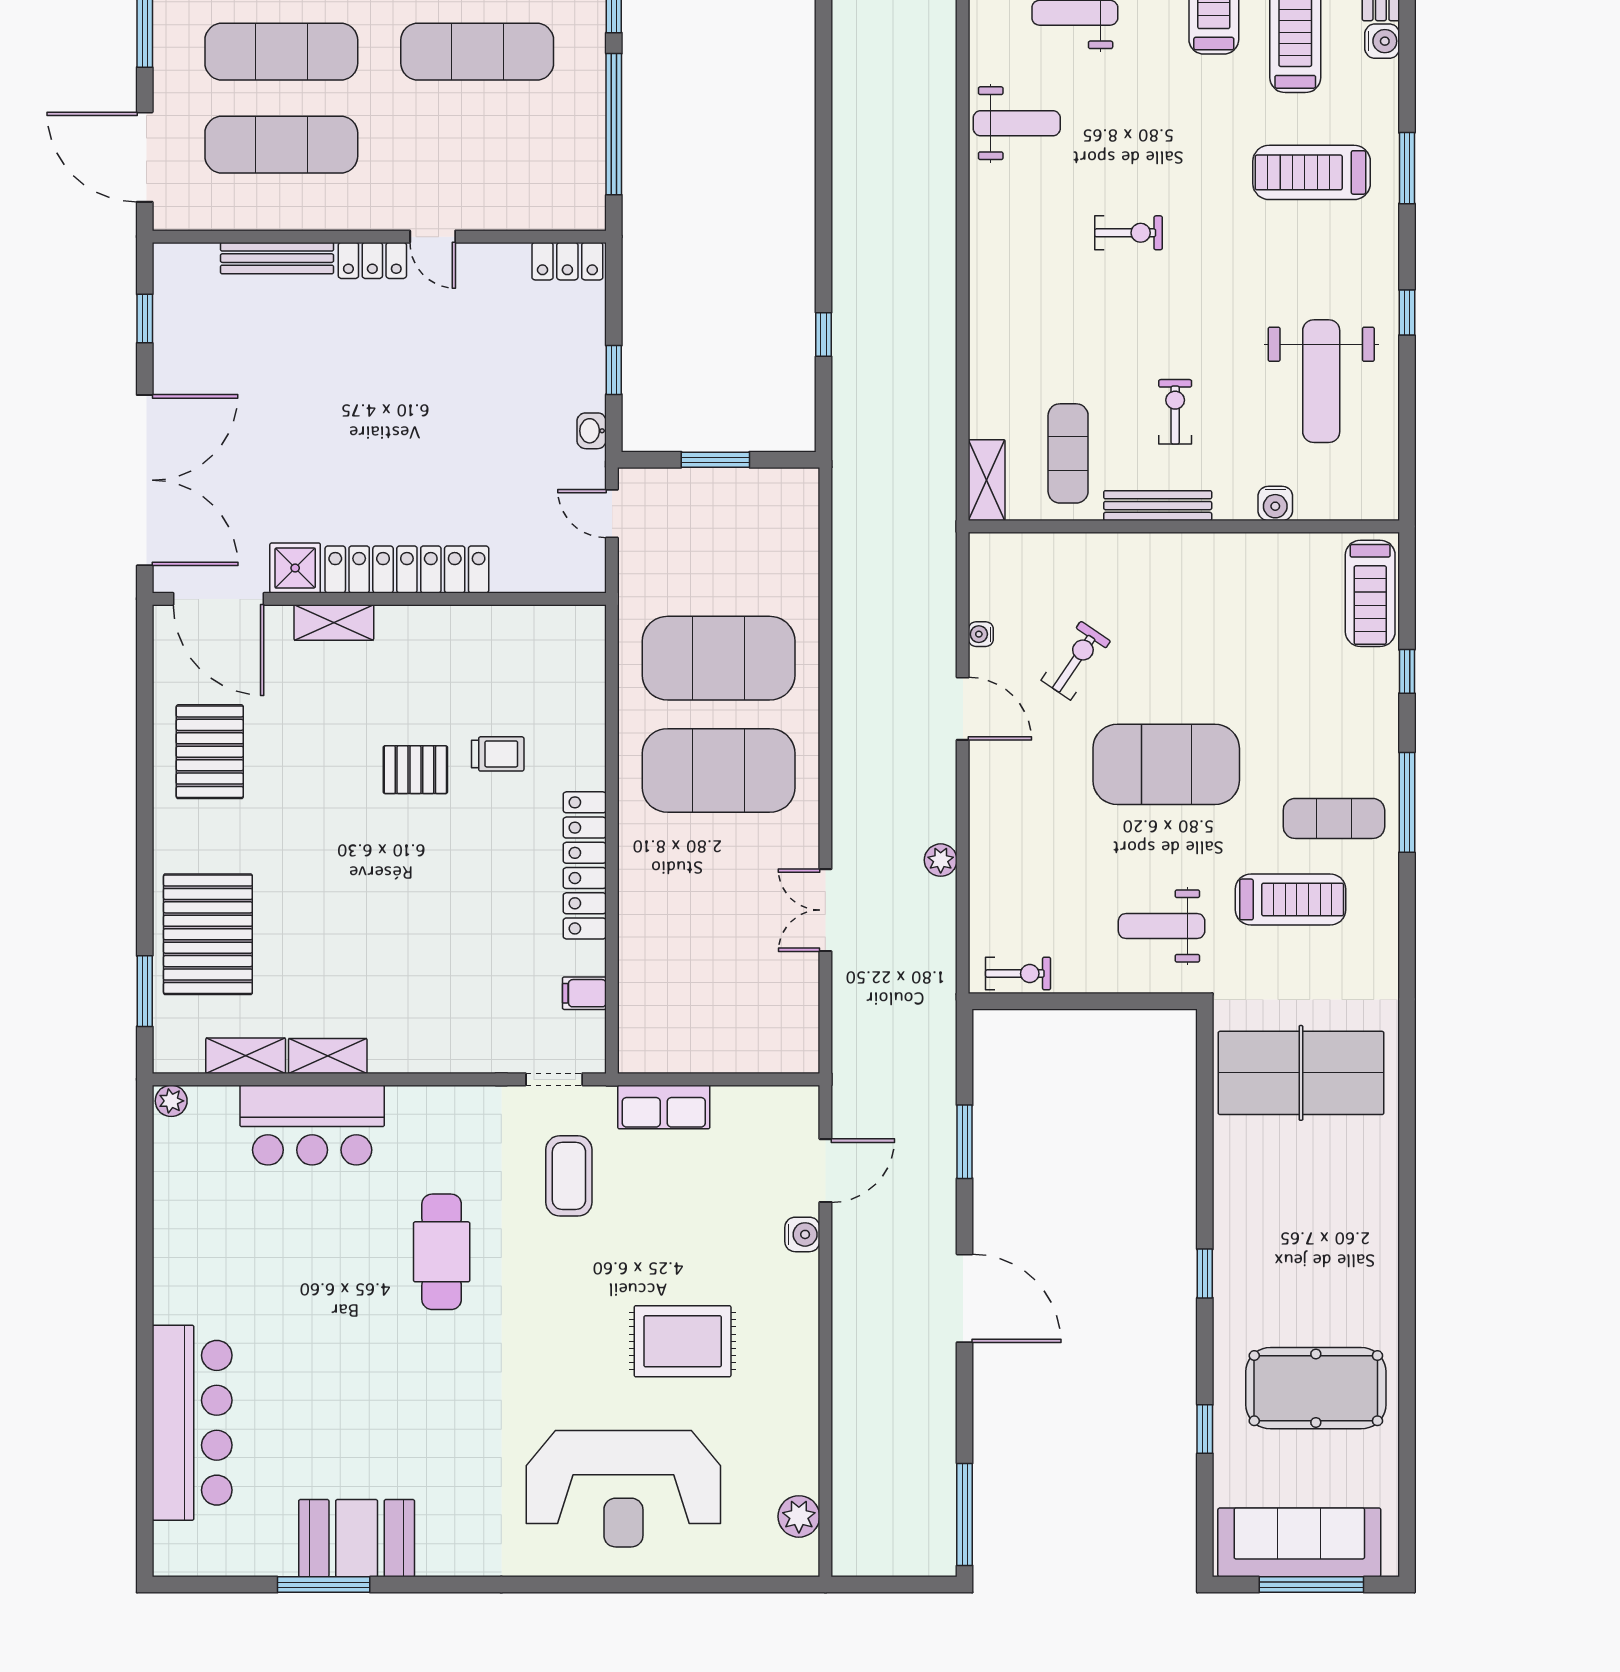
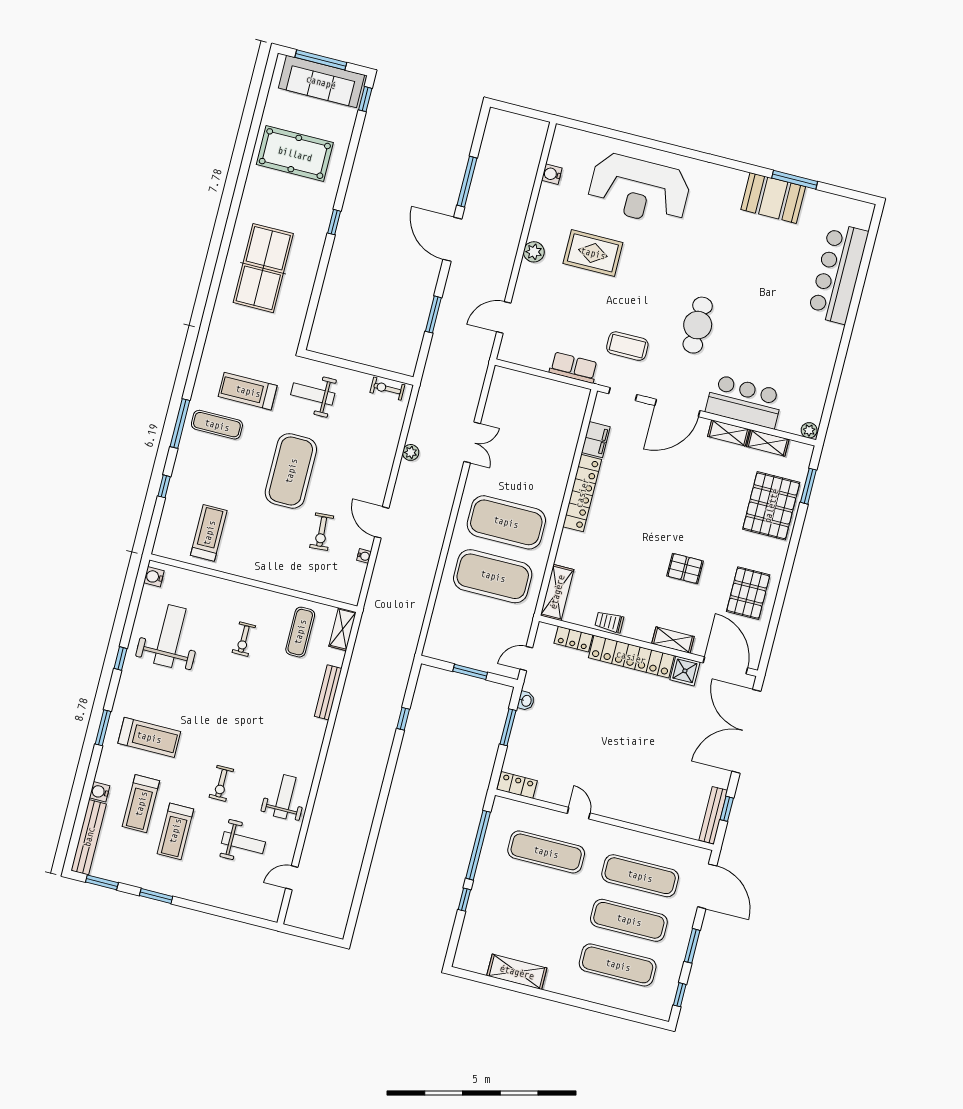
exercise mat: (477, 52) -> (546, 852), moved
weight bench: (1017, 123) -> (285, 797), turned 90
exercise bike: (1129, 233) -> (221, 783), moved, turned -90
bench: (277, 258) -> (713, 815), moved, turned 90
locker: (372, 260) -> (573, 639), moved, turned 180
window: (614, 370) -> (508, 727), width x1.50
water cooler: (1275, 503) -> (154, 577), moved, turned -90
bench: (1158, 506) -> (328, 692), moved, turned 90
door: (612, 514) -> (526, 659), swing flipped
treadmill: (1370, 593) -> (209, 533), moved
shelving: (585, 658) -> (557, 592), added
exercise bike: (1076, 661) -> (322, 532), turned -38
trolley: (498, 754) -> (609, 622), moved
exercise mat: (1166, 764) -> (291, 471), turned 90
pallet: (415, 770) -> (685, 568), moved
weight bench: (1162, 926) -> (313, 394), turned 180
filing cabinet: (584, 993) -> (596, 440), width x2.00
table tennis table: (1301, 1073) -> (263, 268), moved, turned 90
door: (440, 1079) -> (677, 408), added
coffee table: (569, 1176) -> (627, 346), turned 90
water cooler: (802, 1234) -> (552, 174), moved
window: (1205, 1429) -> (365, 99), moved
reception desk: (623, 1489) -> (639, 189), turned 180
window: (965, 1514) -> (467, 182), moved
plant: (799, 1516) -> (534, 252), moved

